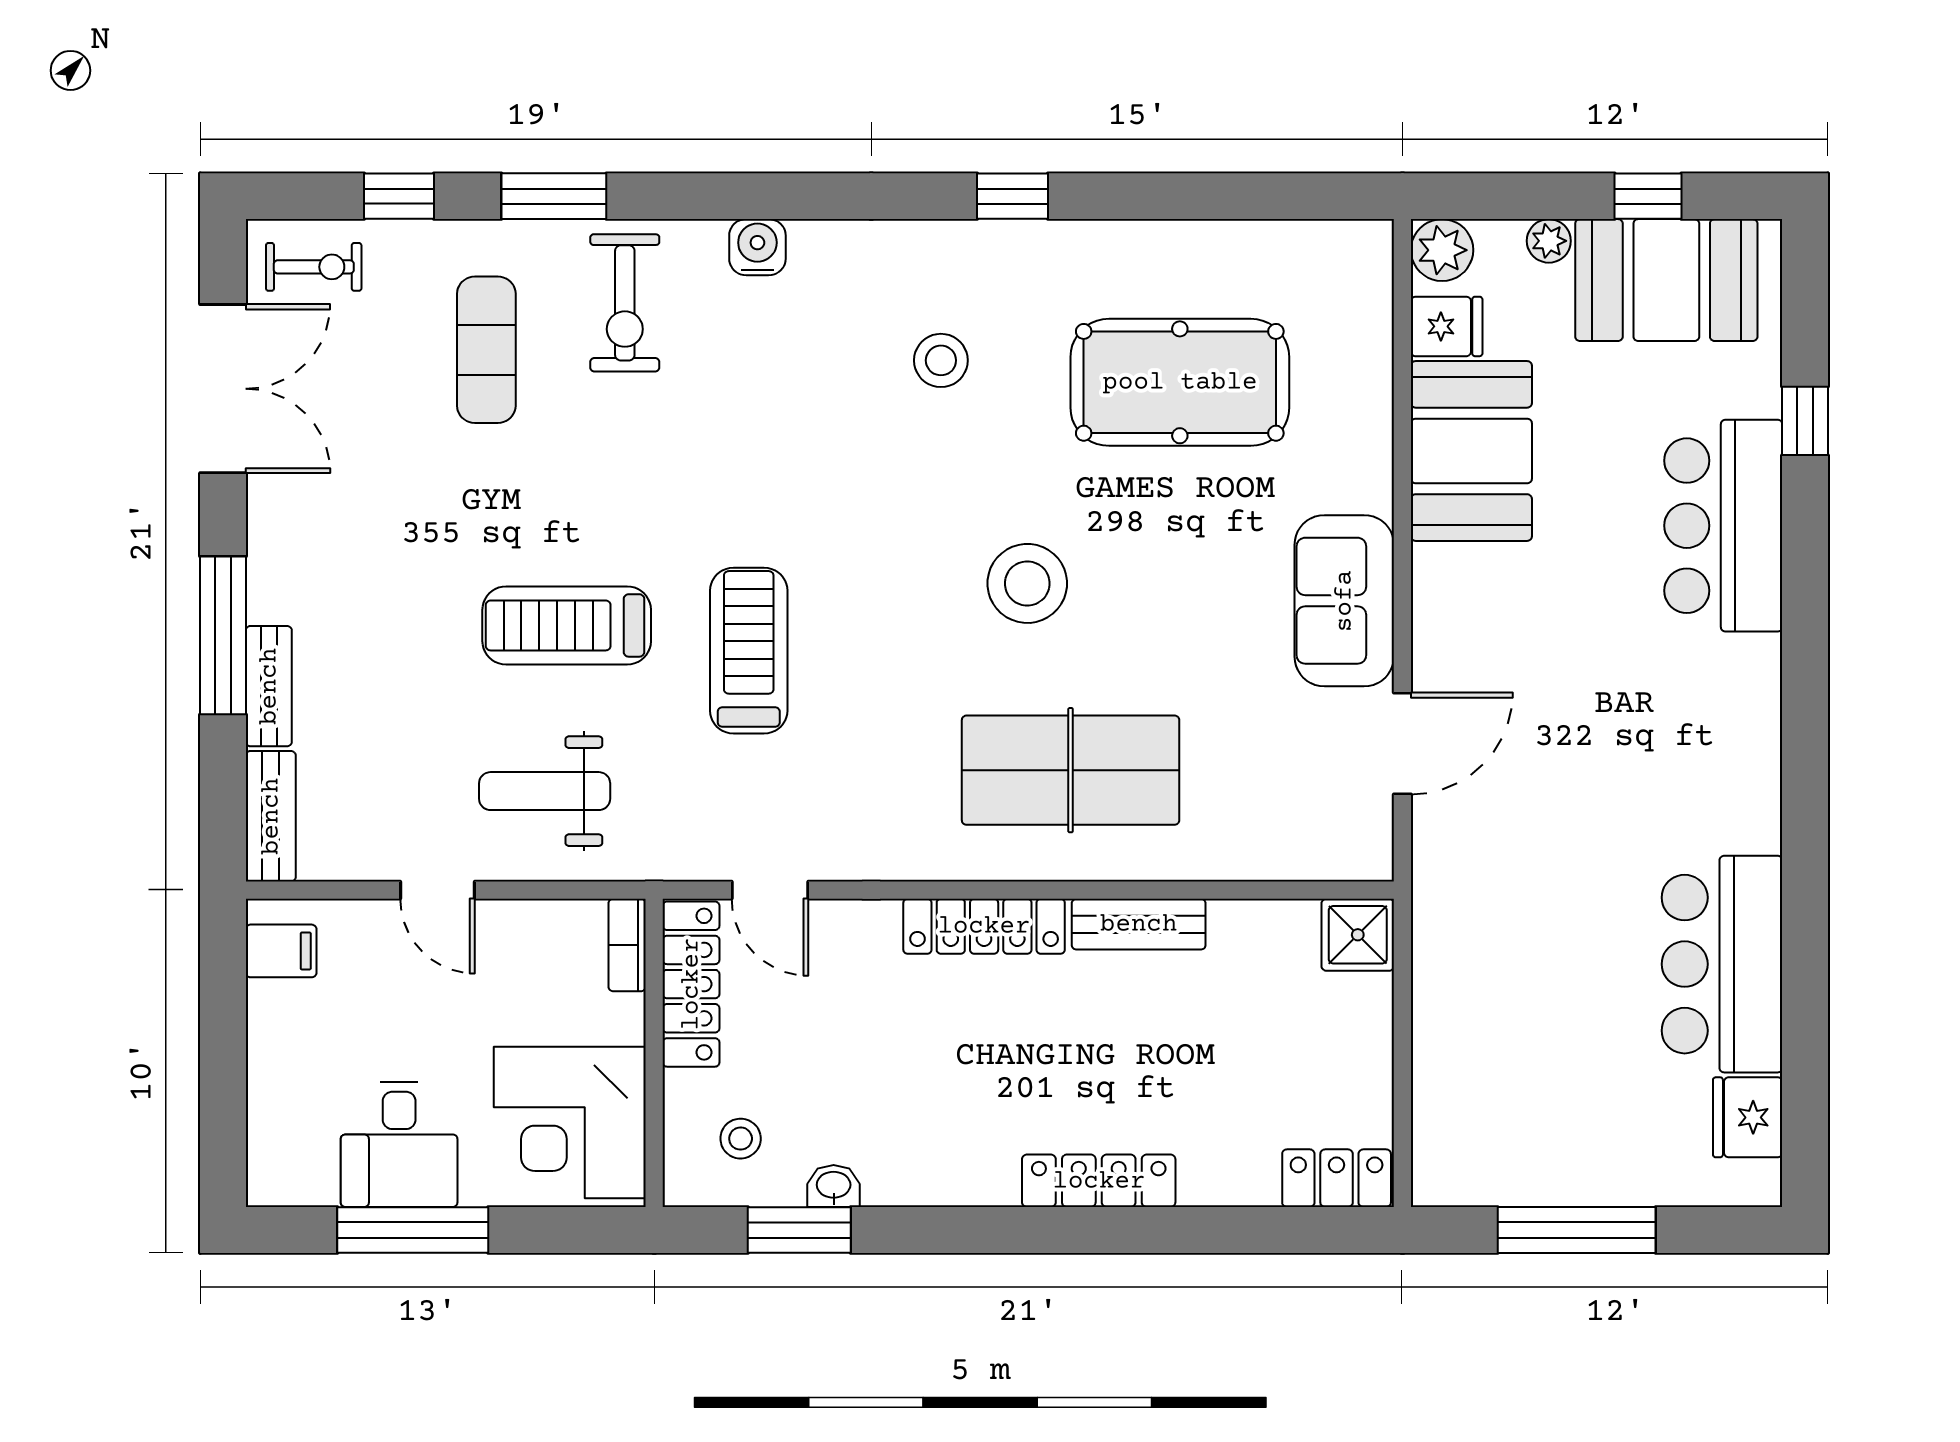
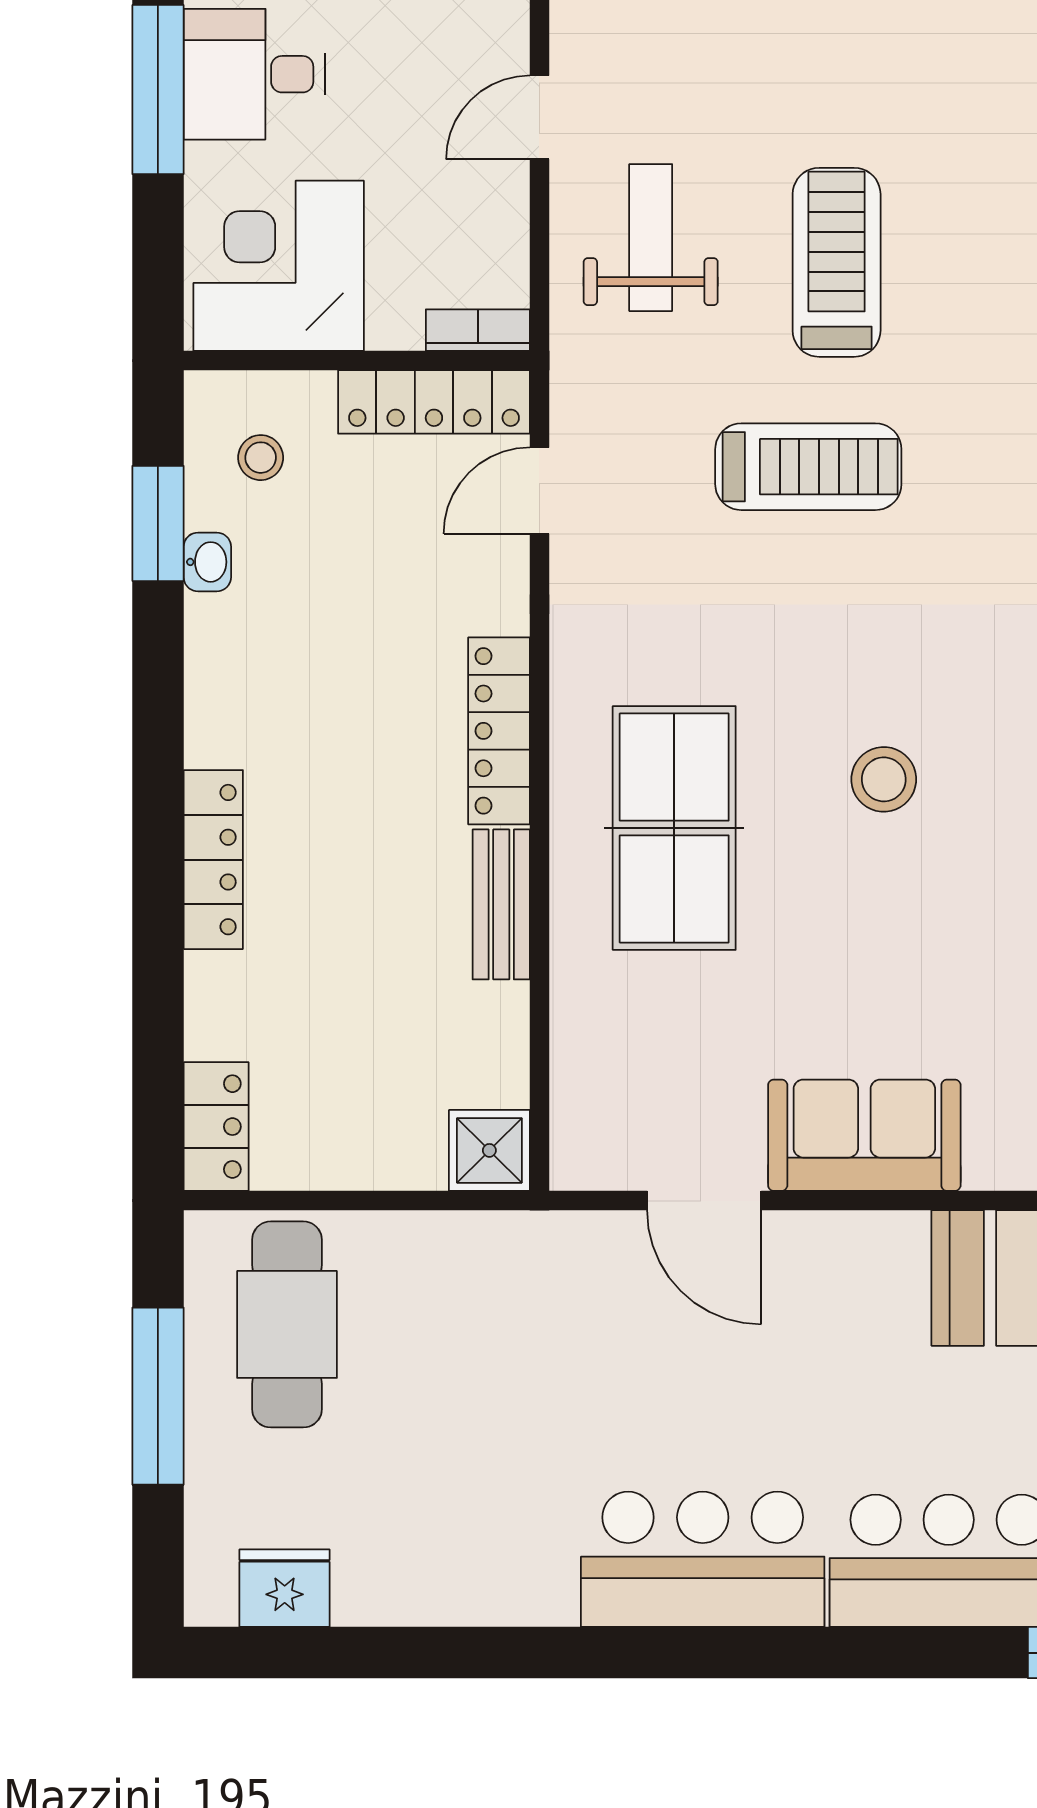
stool: (1027, 583) -> (884, 779), width x0.73, depth x0.73
bar counter: (1722, 964) -> (703, 1559), moved
cafe table: (1513, 1115) -> (287, 1324), added

